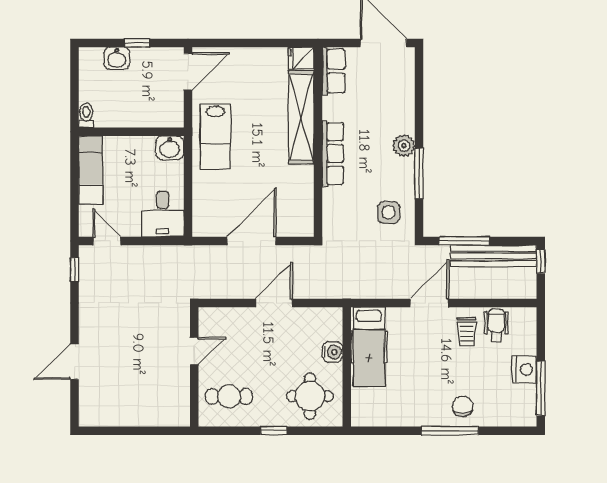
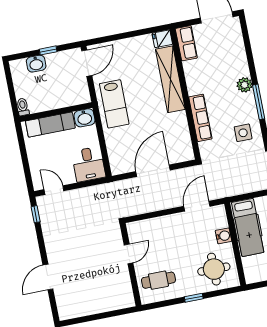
row of seats: (333, 153) -> (200, 118), moved
exam couch: (91, 170) -> (50, 125), moved, turned 90
door: (274, 303) -> (197, 206), moved

